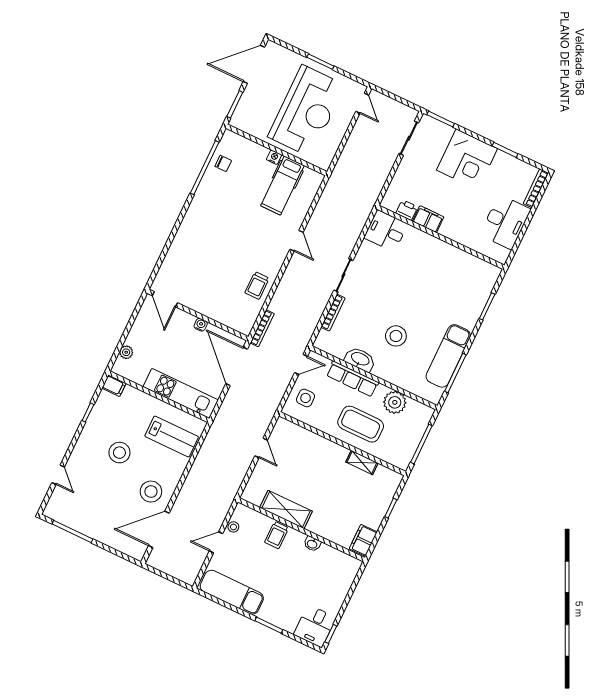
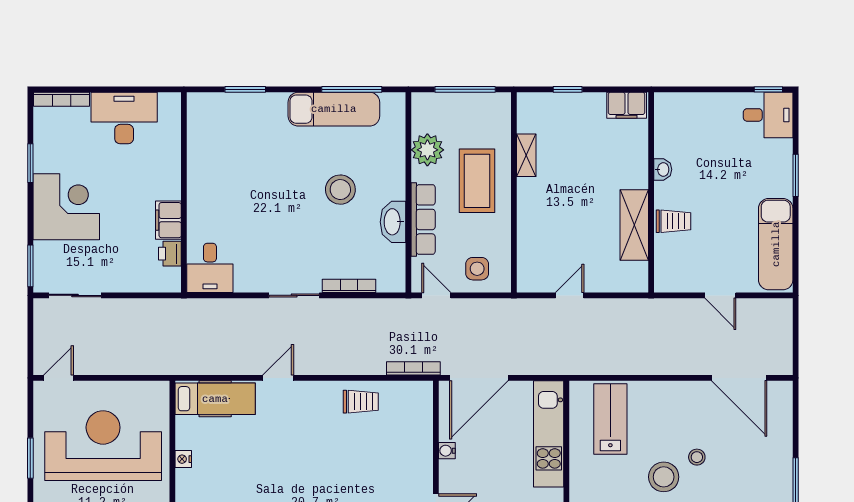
hospital bed: (282, 186) -> (215, 399), moved
stool: (151, 492) -> (697, 457), moved, width x0.53, depth x0.53
stool: (233, 527) -> (690, 282), removed

